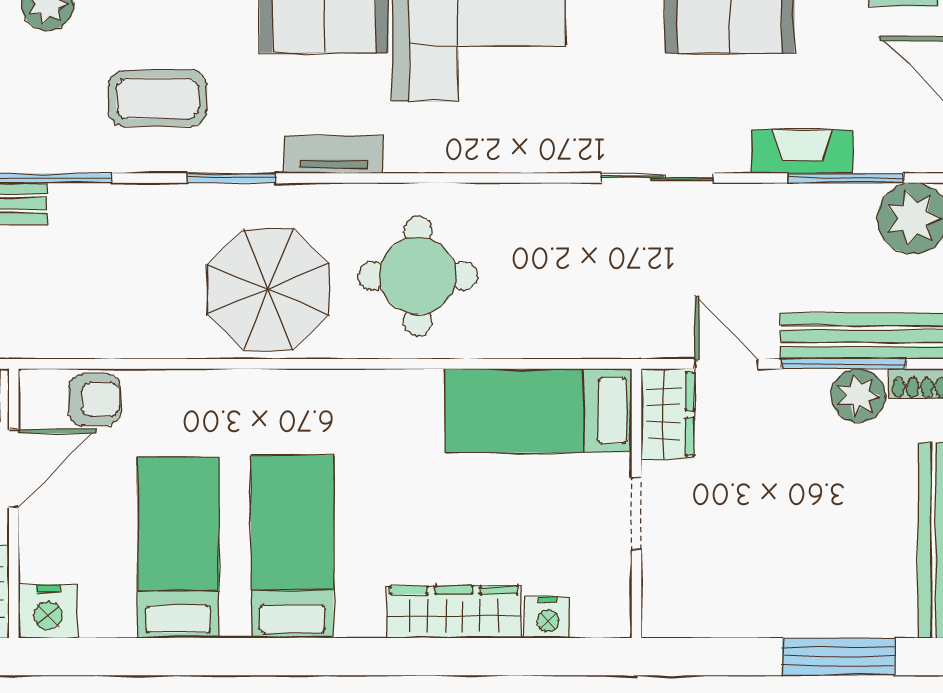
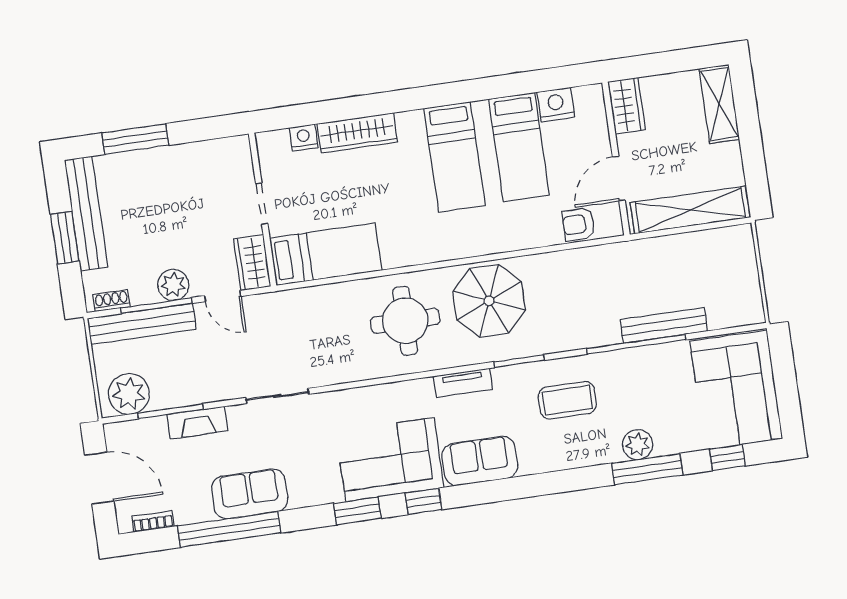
plant: (858, 396) -> (173, 285), moved
nightstand: (48, 612) -> (556, 105), moved

